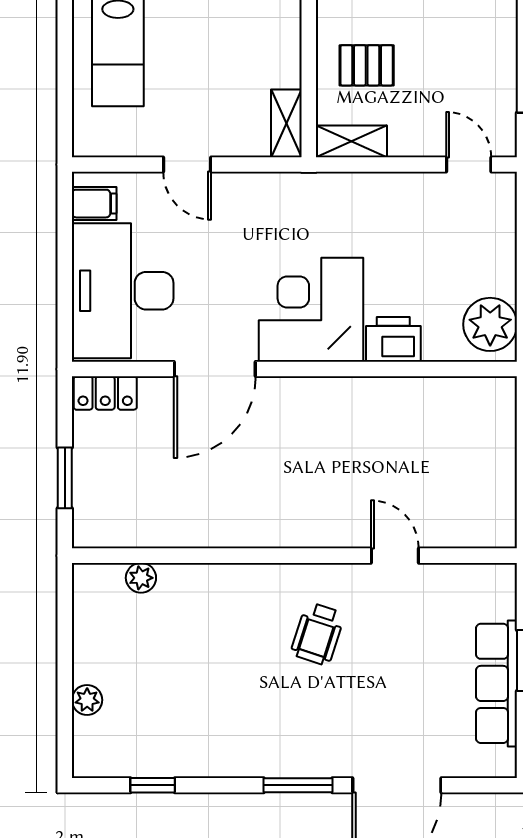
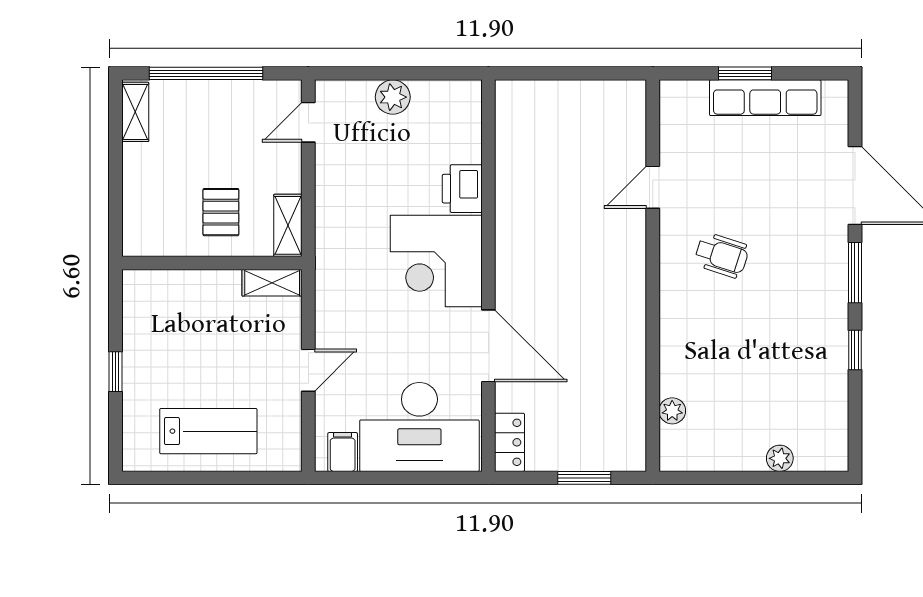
plant: (490, 324) -> (393, 97), moved, width x0.73, depth x0.73
window: (153, 785) -> (855, 350), moved

